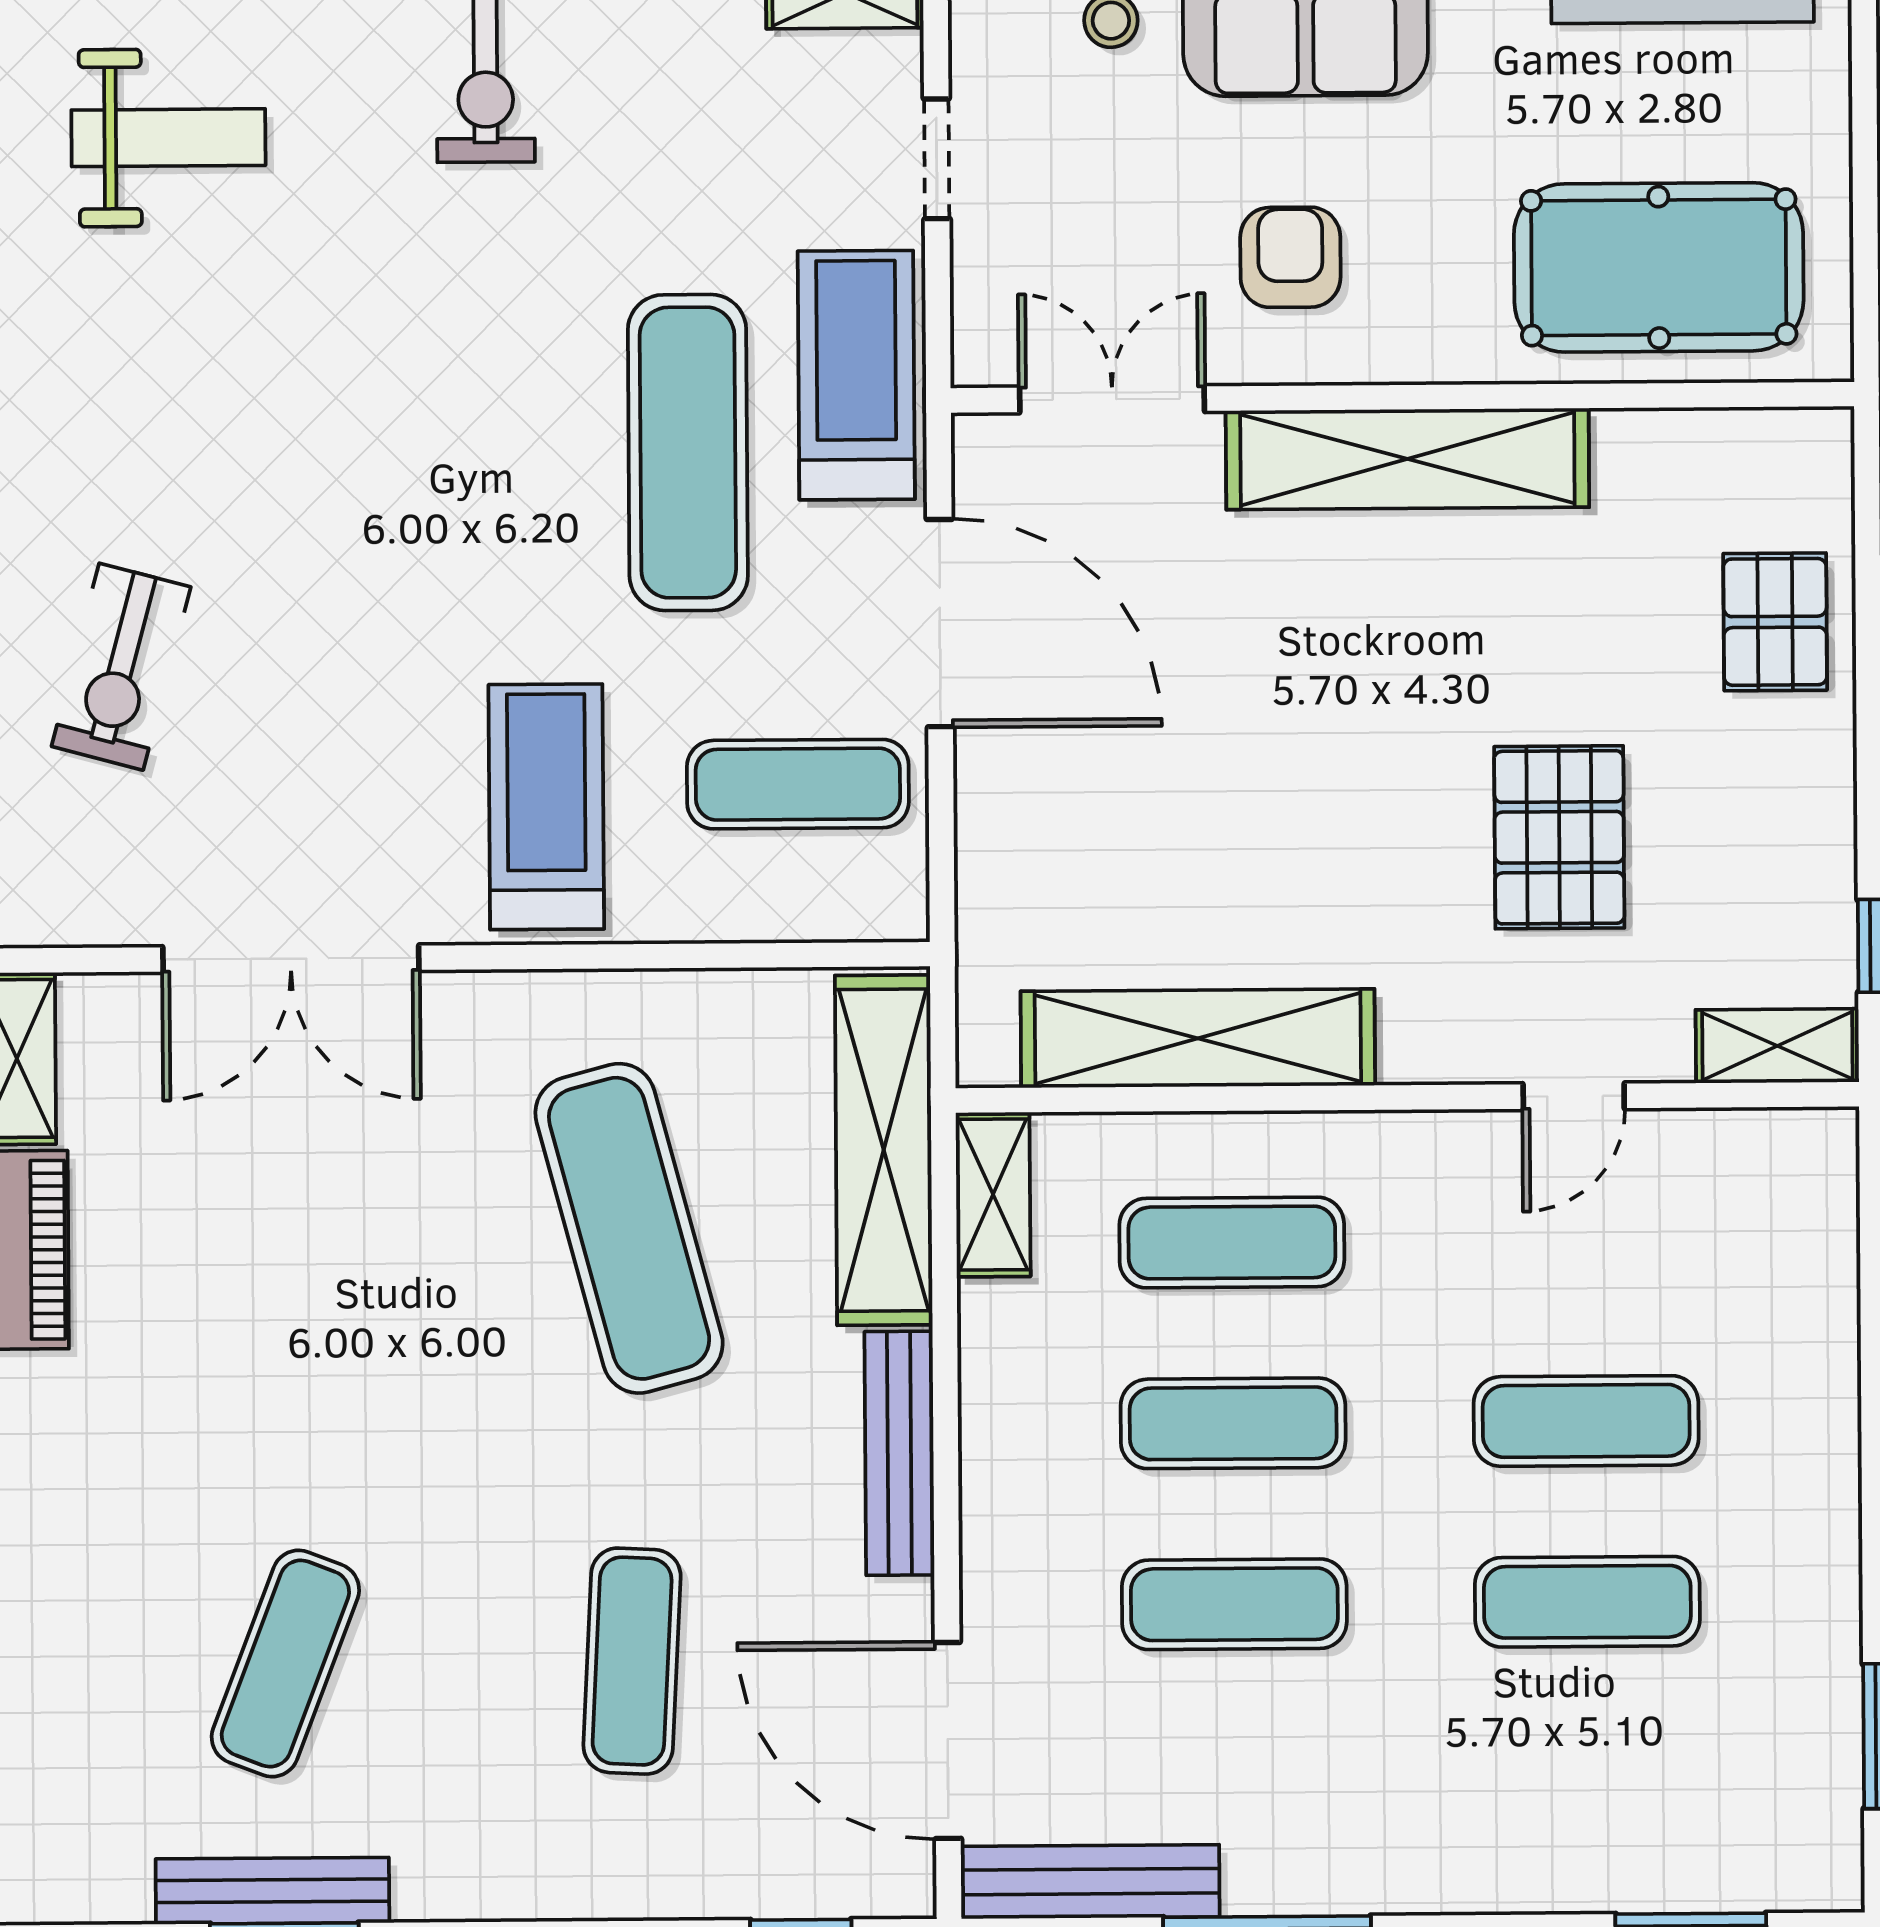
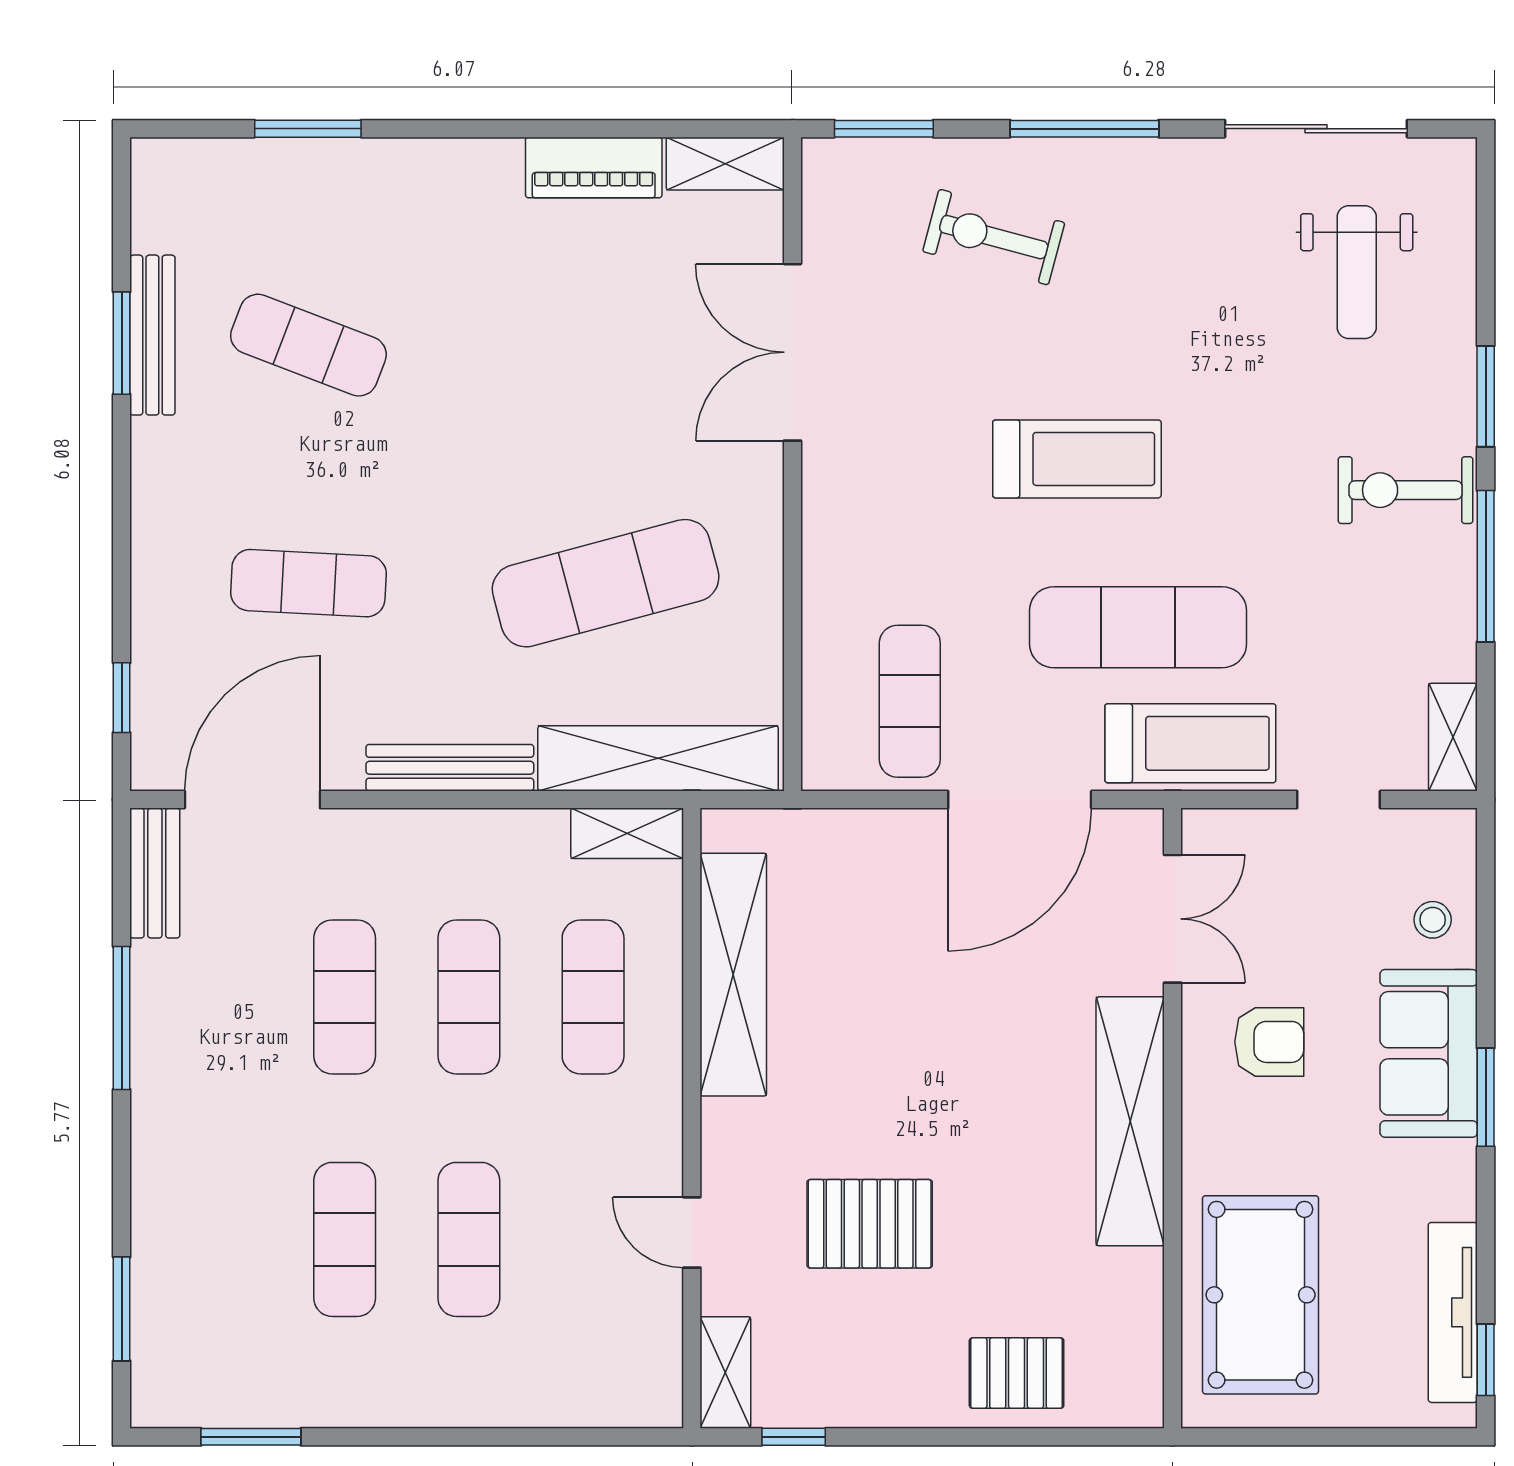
treadmill: (546, 807) -> (1077, 459), moved
bench: (1090, 1882) -> (155, 873), width x0.73

